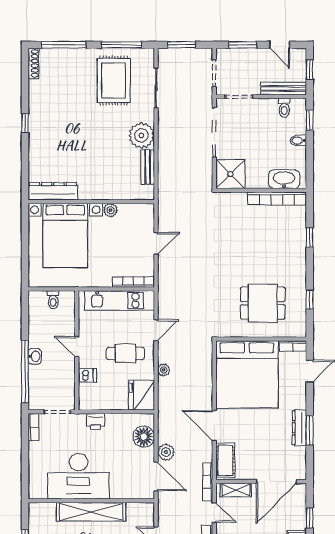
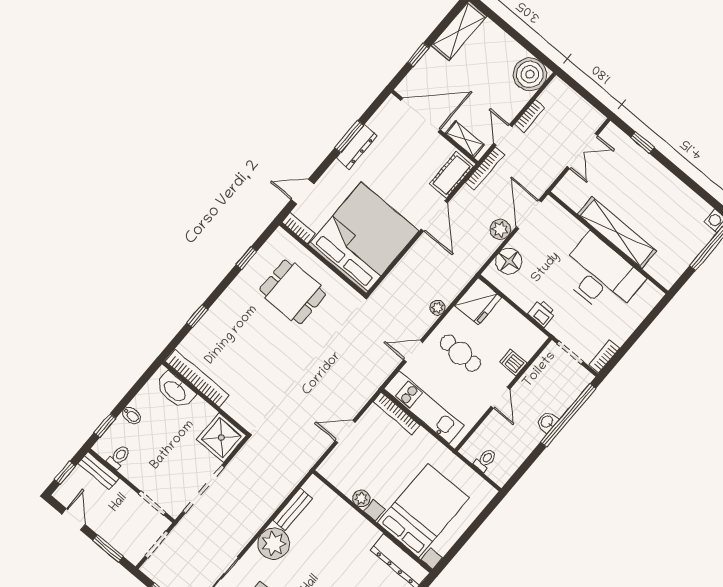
bench: (284, 89) -> (99, 471), width x0.73

